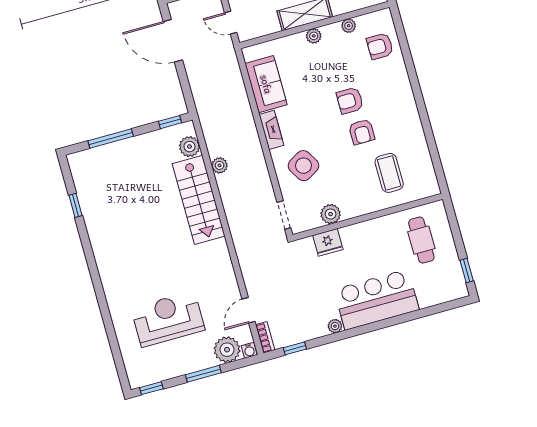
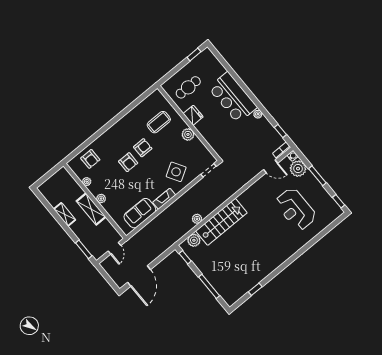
plant: (331, 214) -> (188, 134), moved
fridge: (328, 242) -> (193, 115), moved

